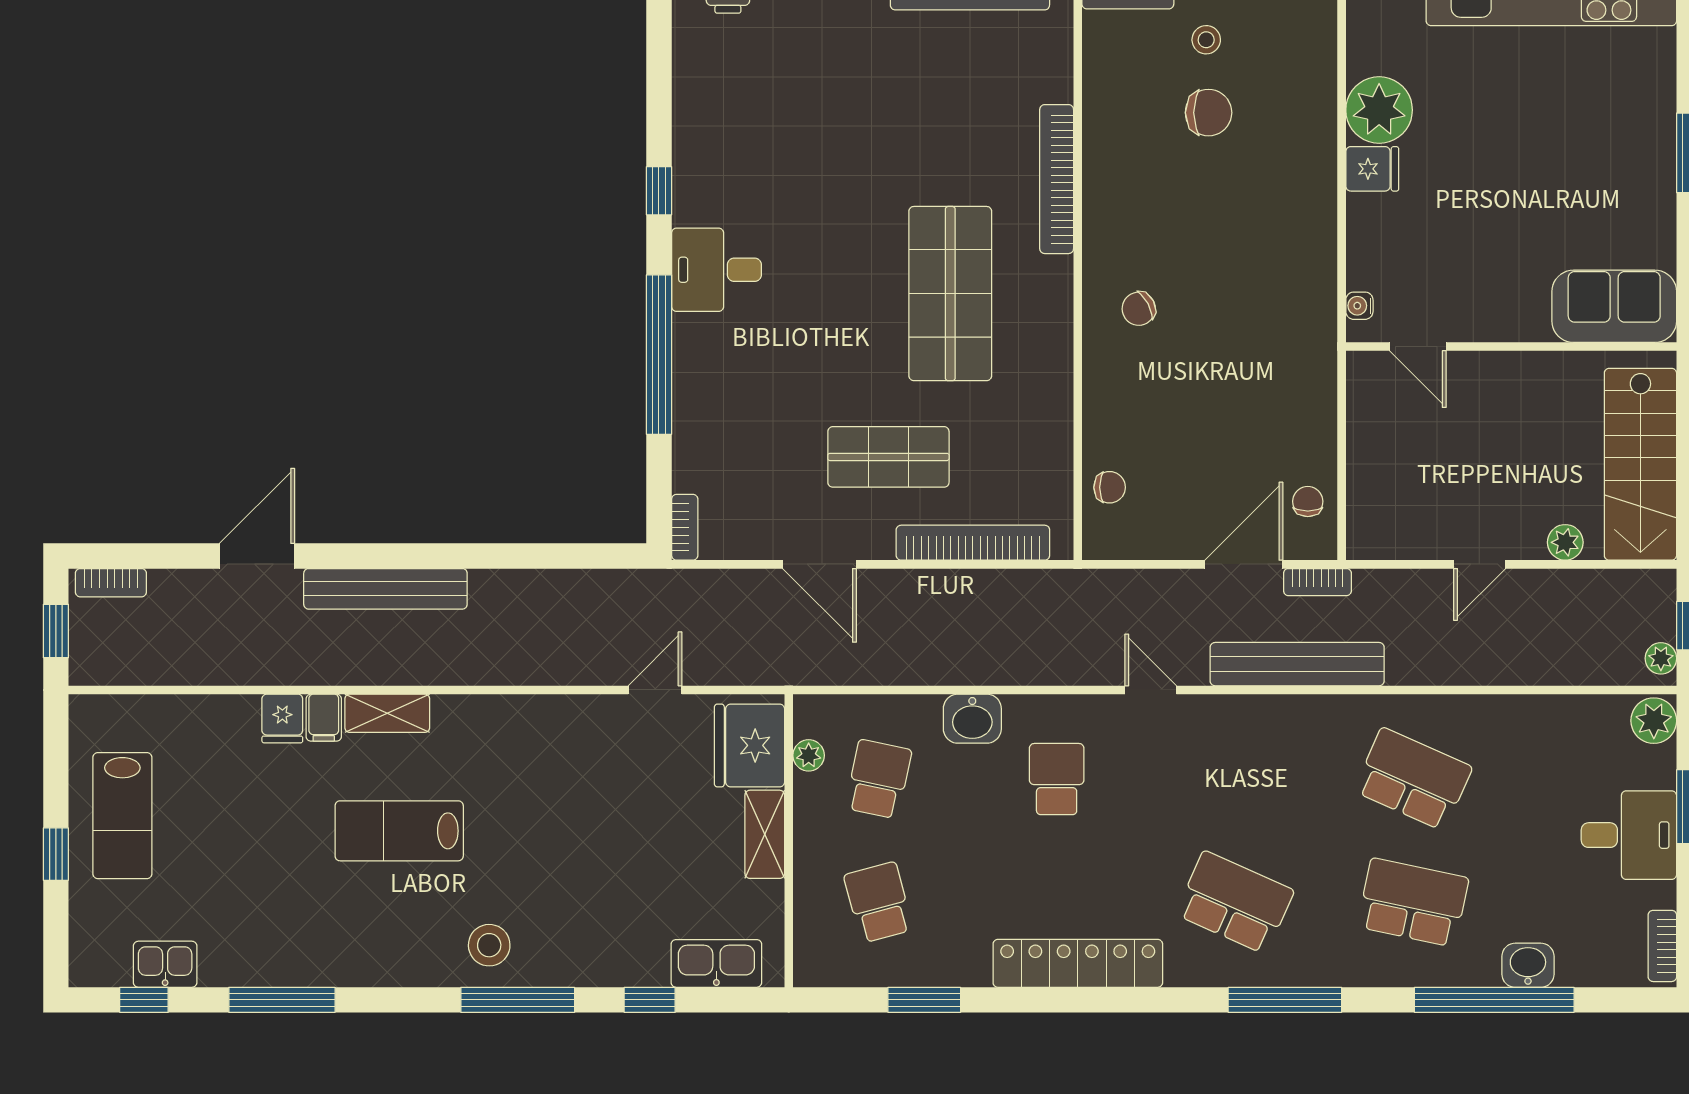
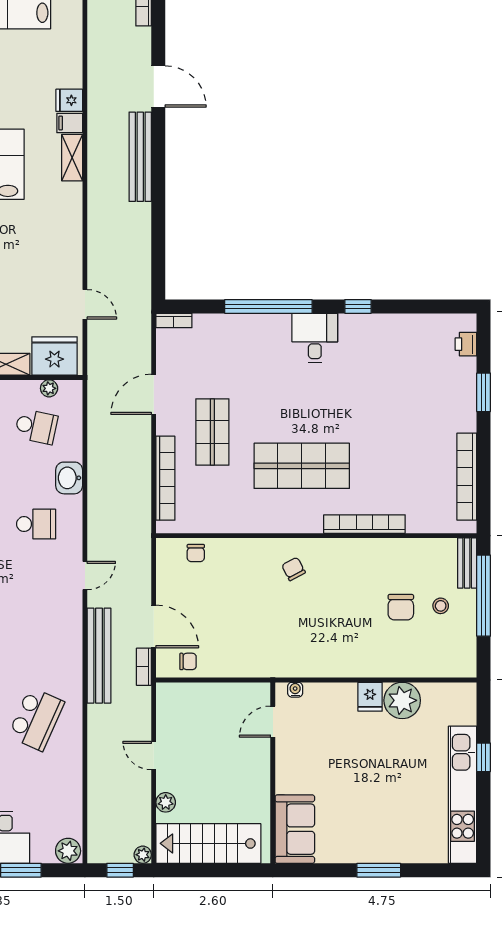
plant: (1661, 658) -> (143, 855), moved

